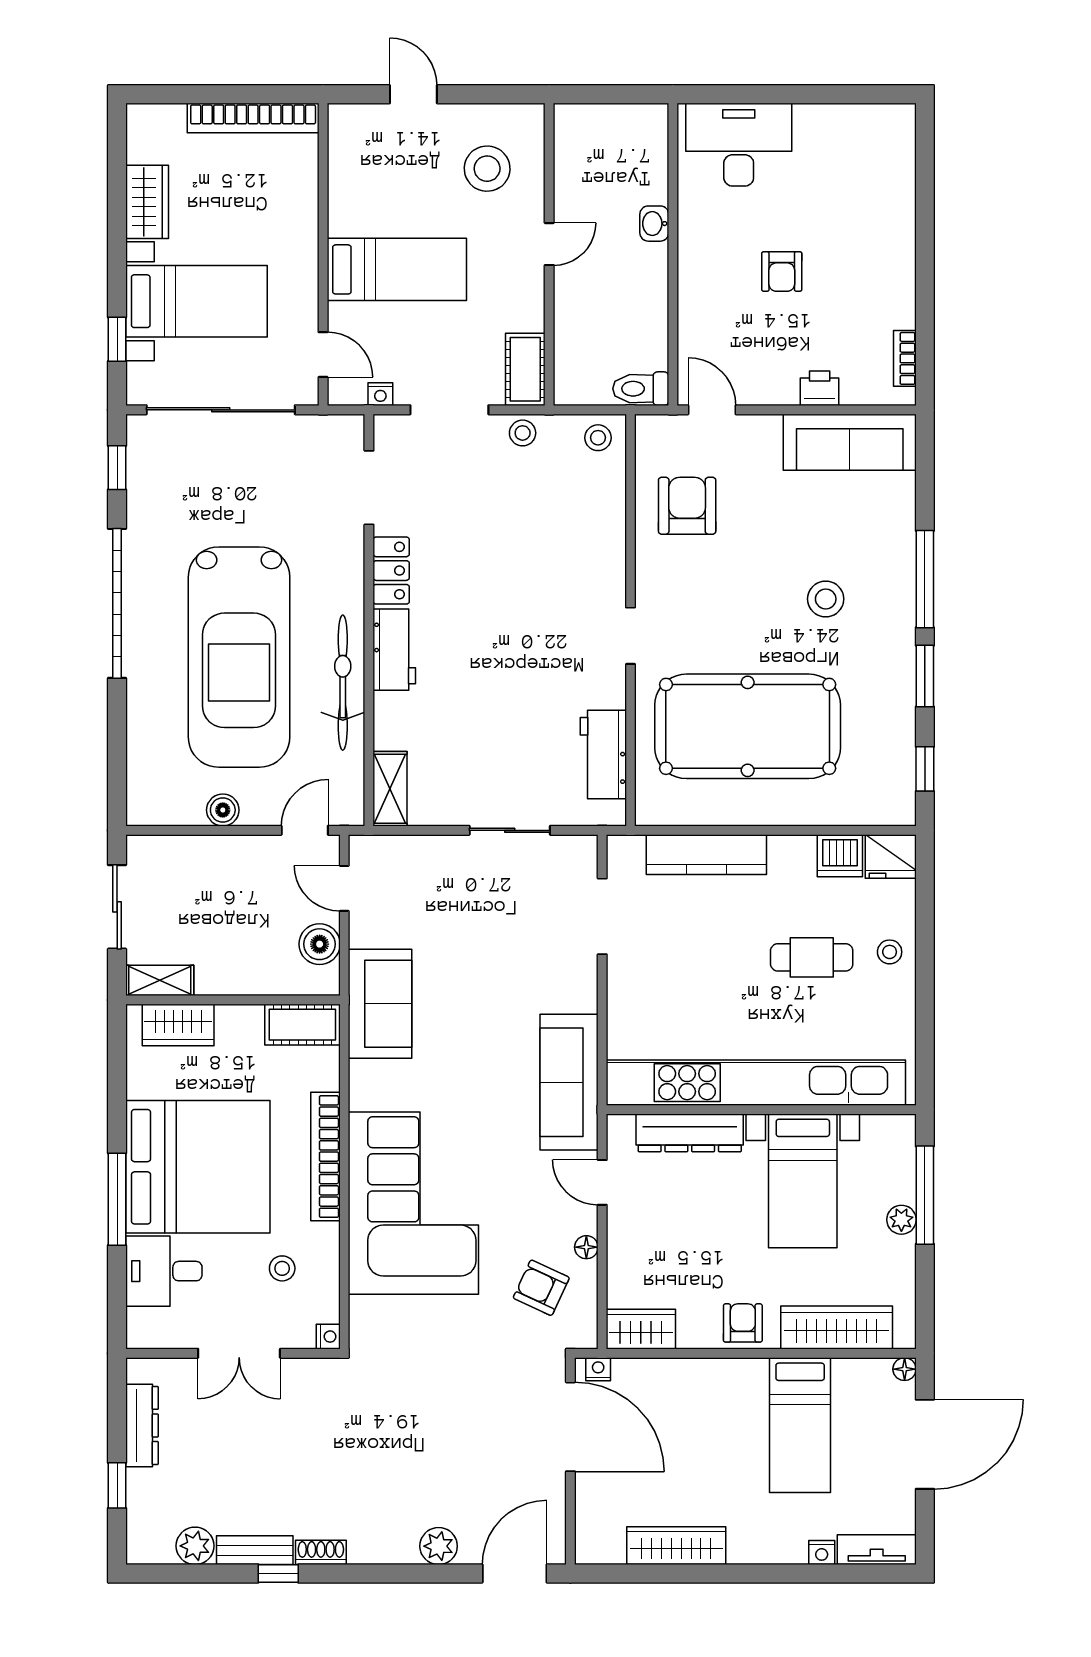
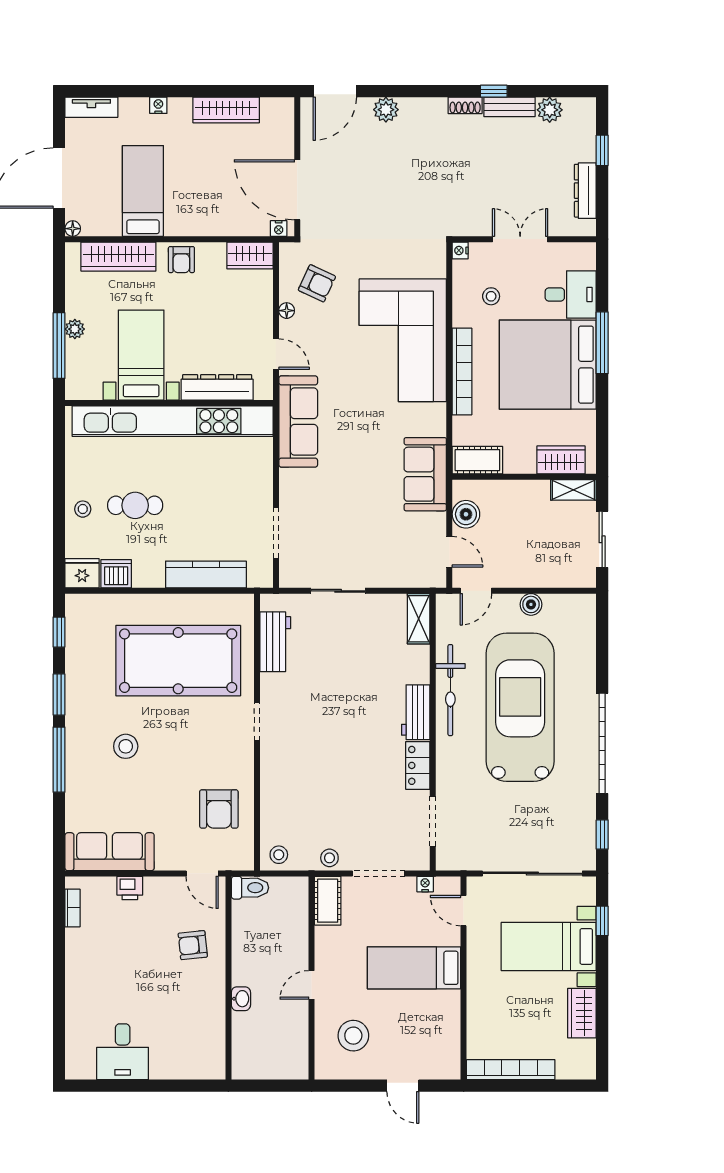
desk: (739, 145) -> (123, 1052), moved, width x0.73
armchair: (782, 272) -> (193, 945), moved, turned -96
nightstand: (822, 1553) -> (158, 105), moved

